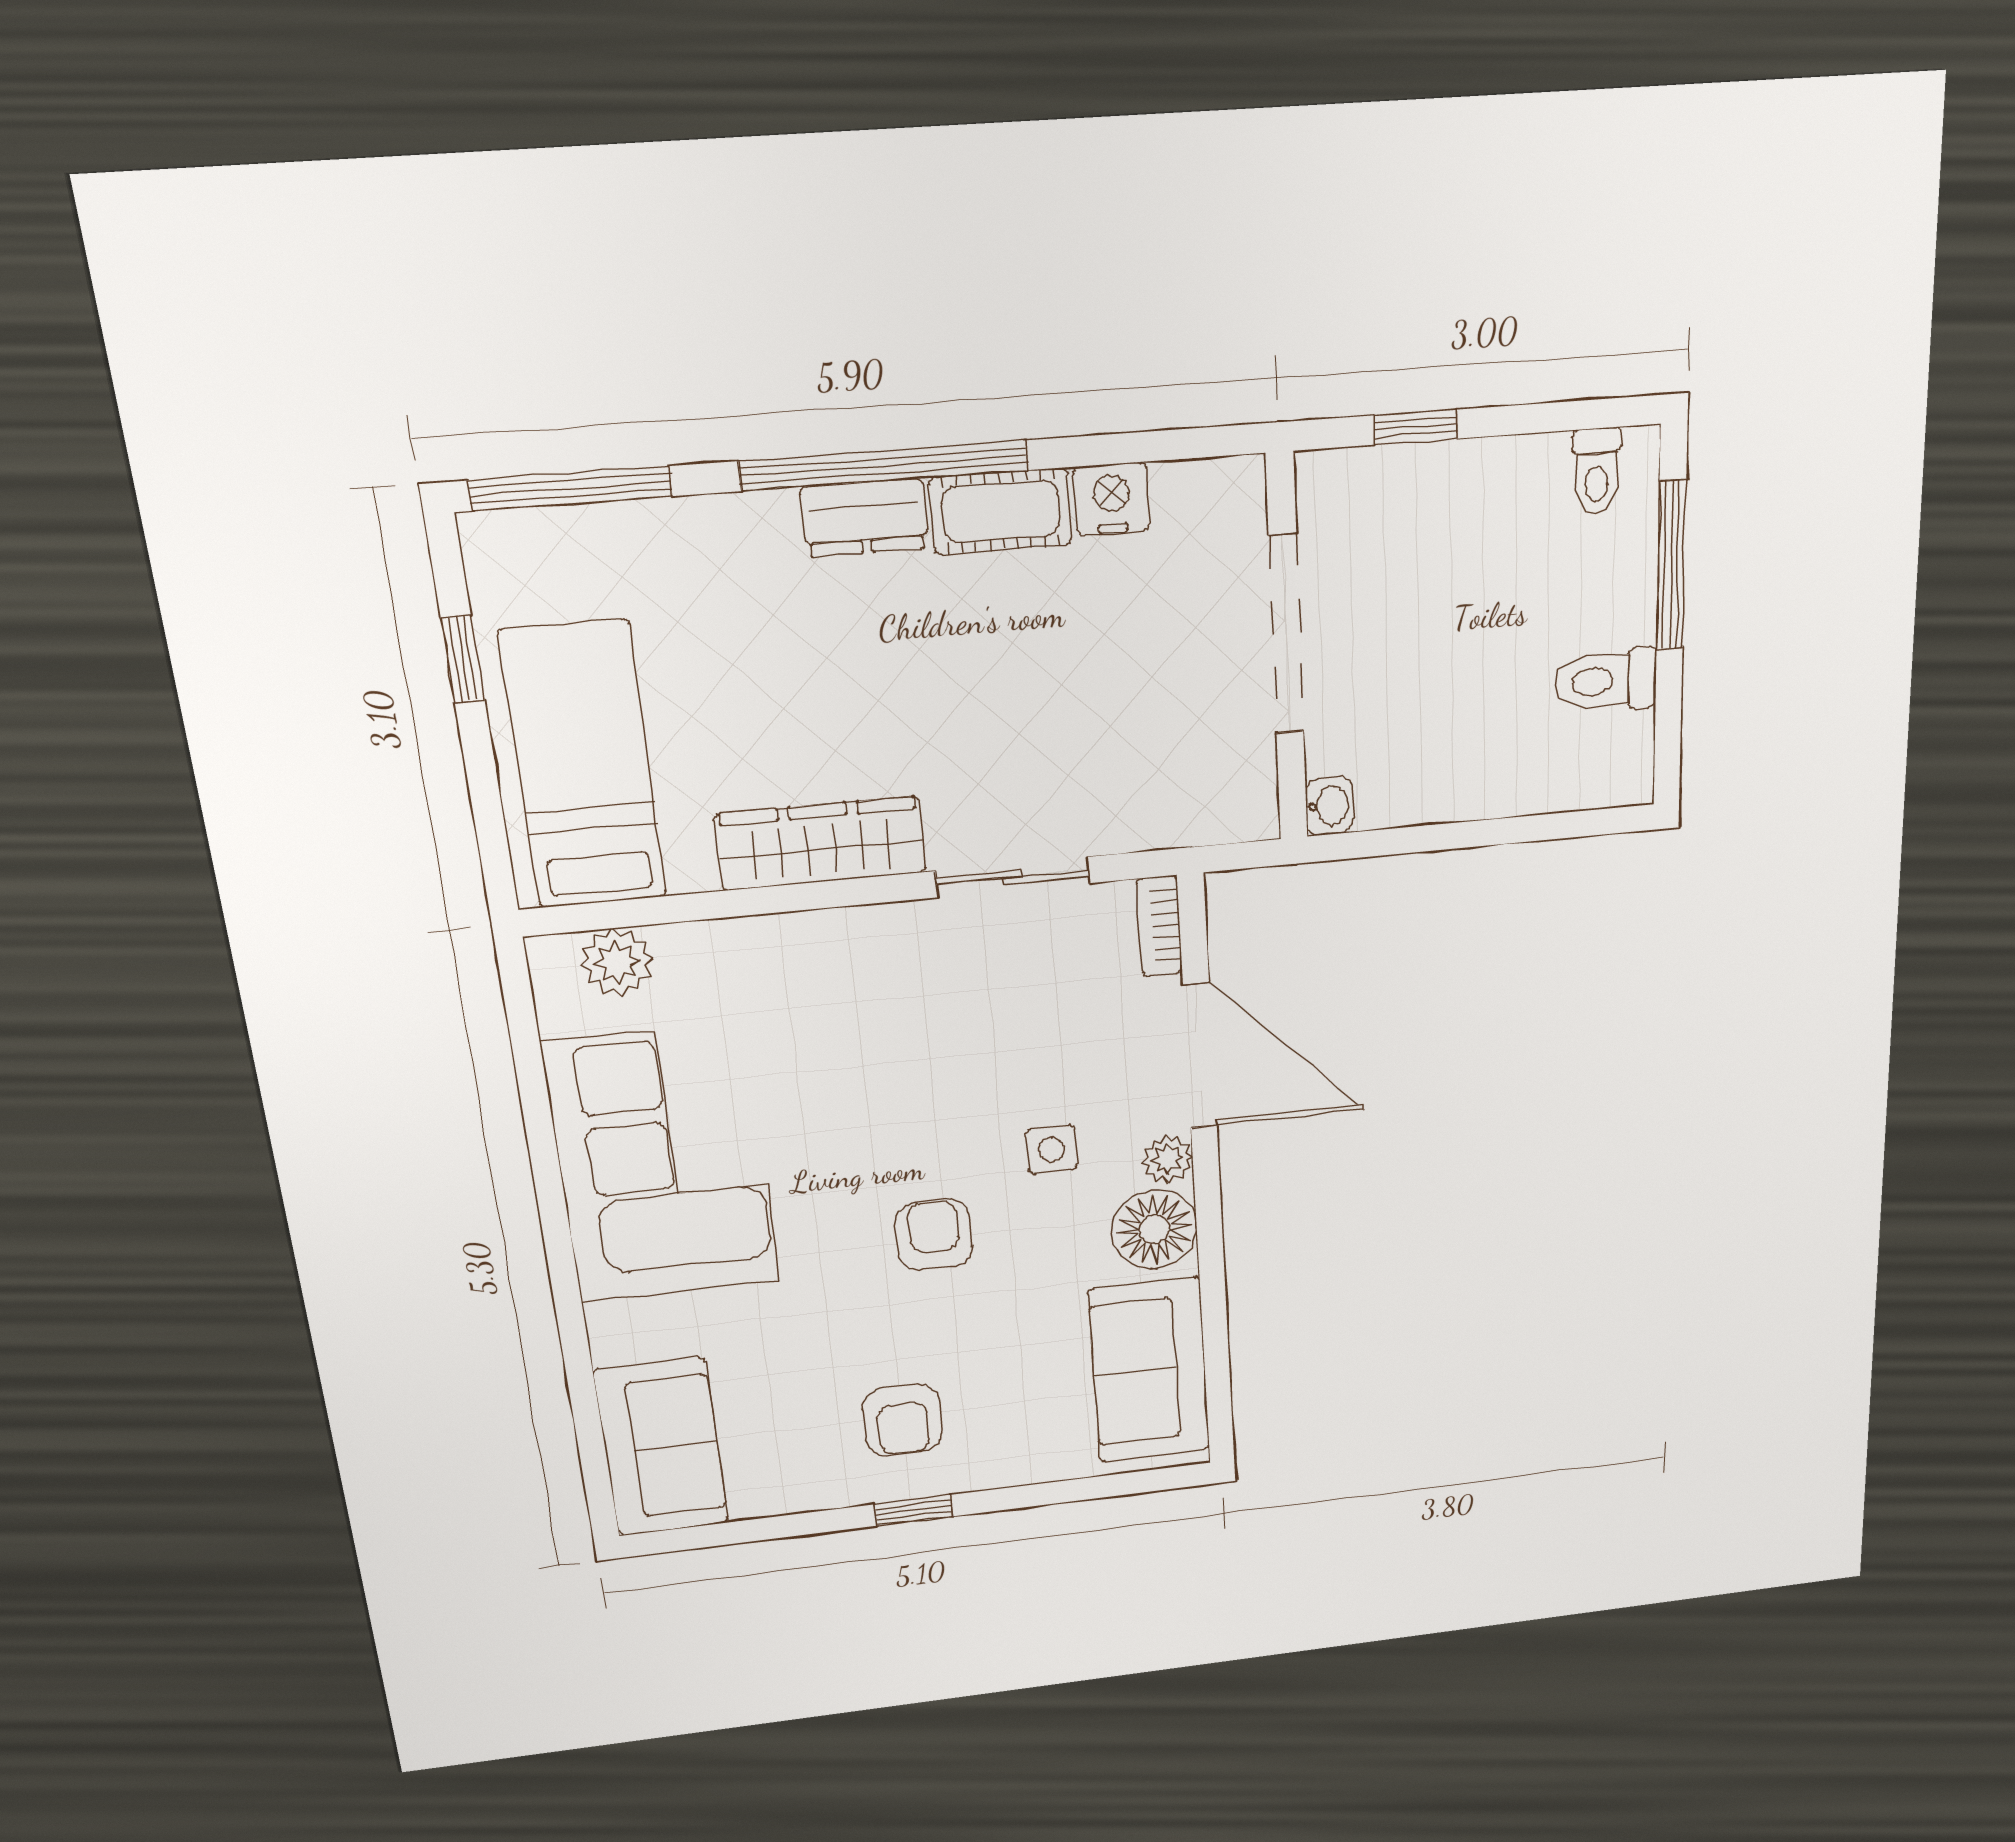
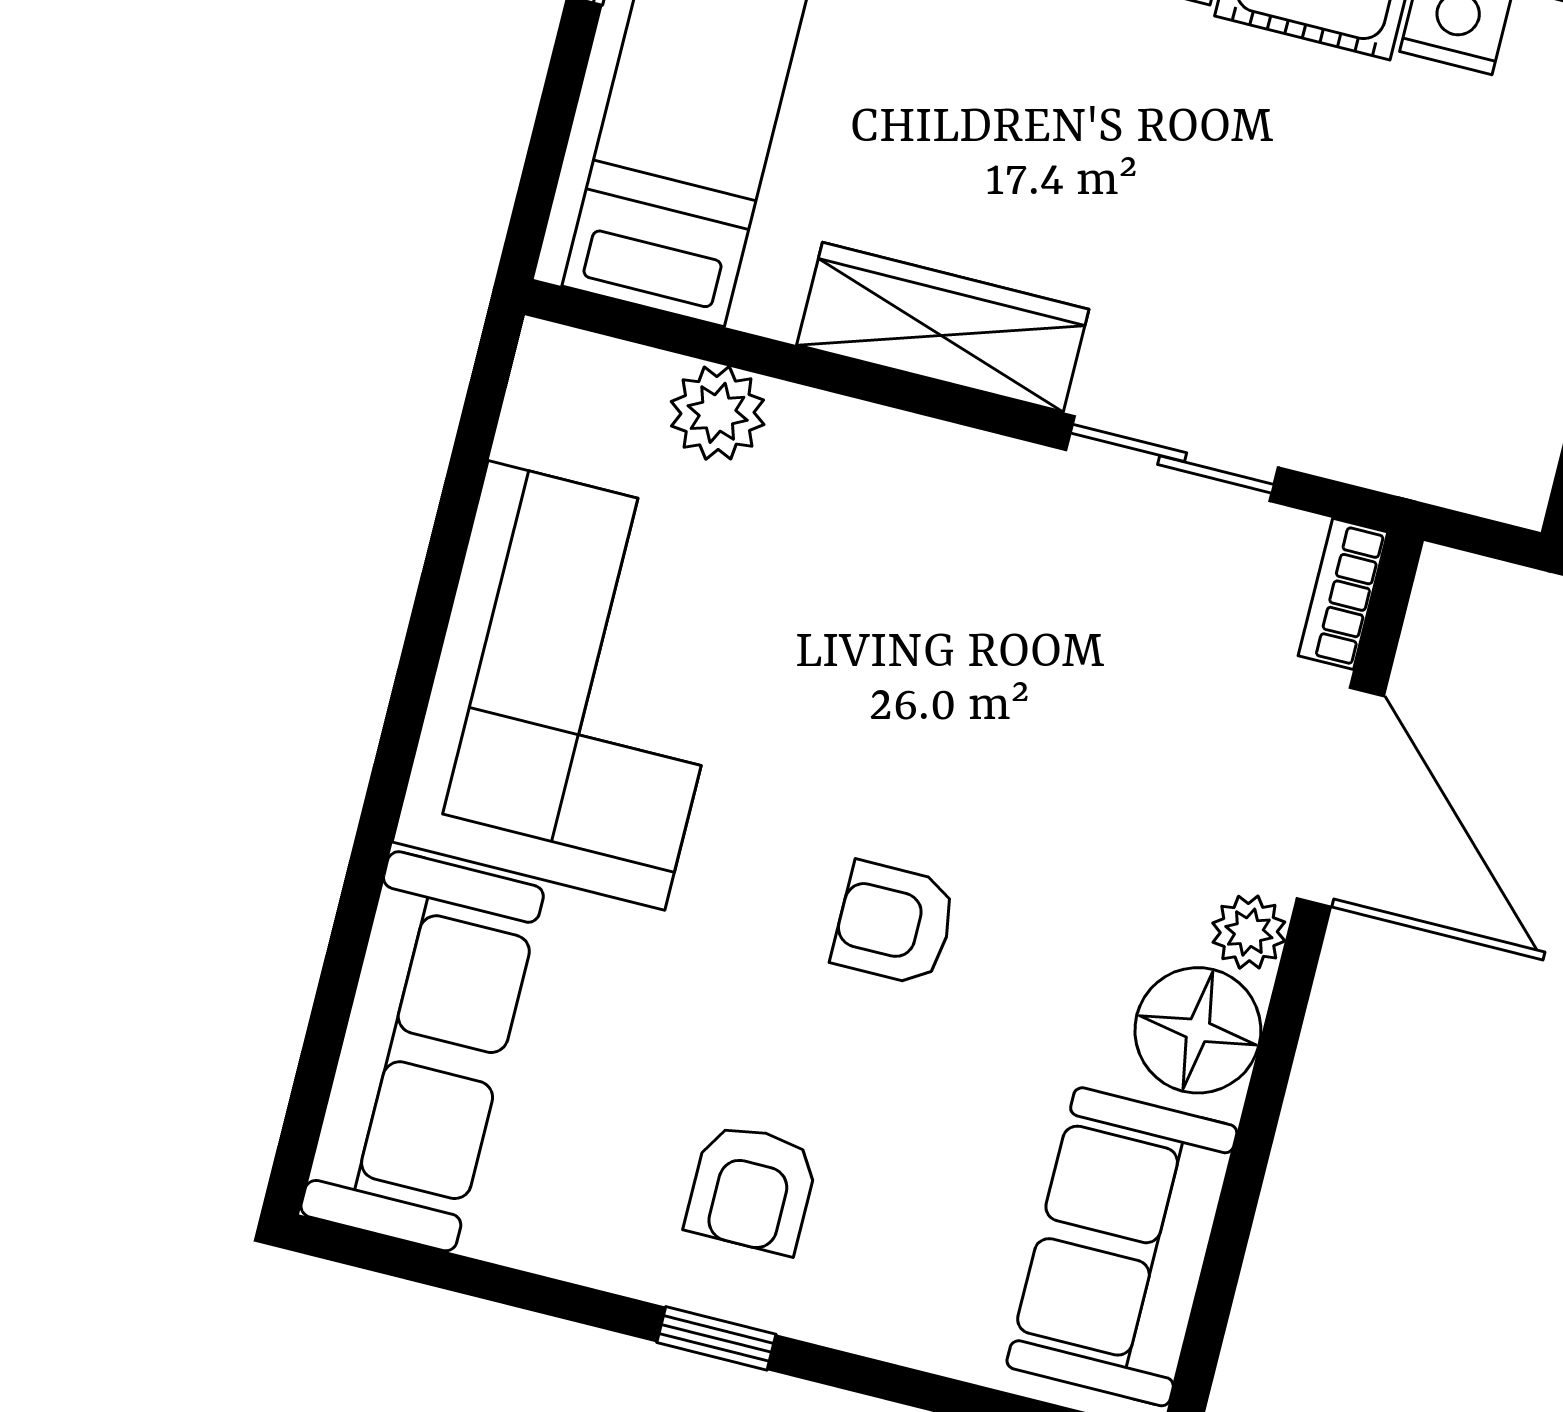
plant: (617, 962) -> (718, 413), moved
side table: (1051, 1149) -> (1096, 858), removed
armchair: (934, 1235) -> (894, 924), turned -90
sofa: (661, 1447) -> (422, 1051), width x1.36

